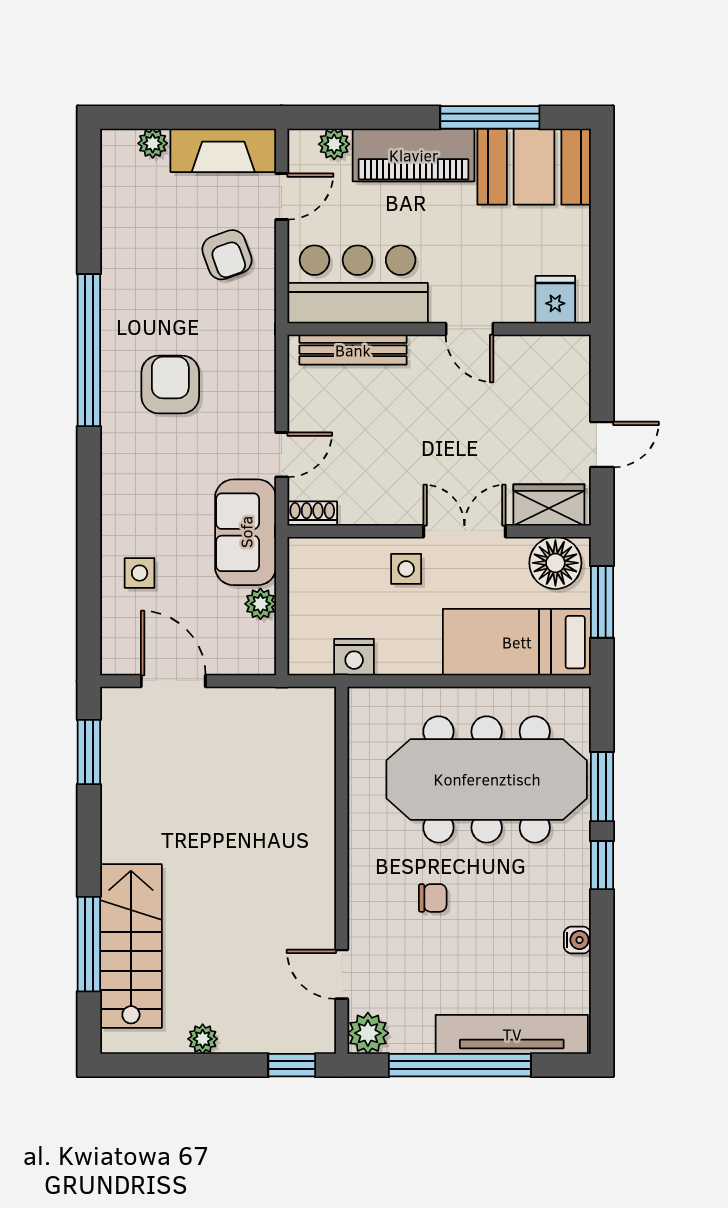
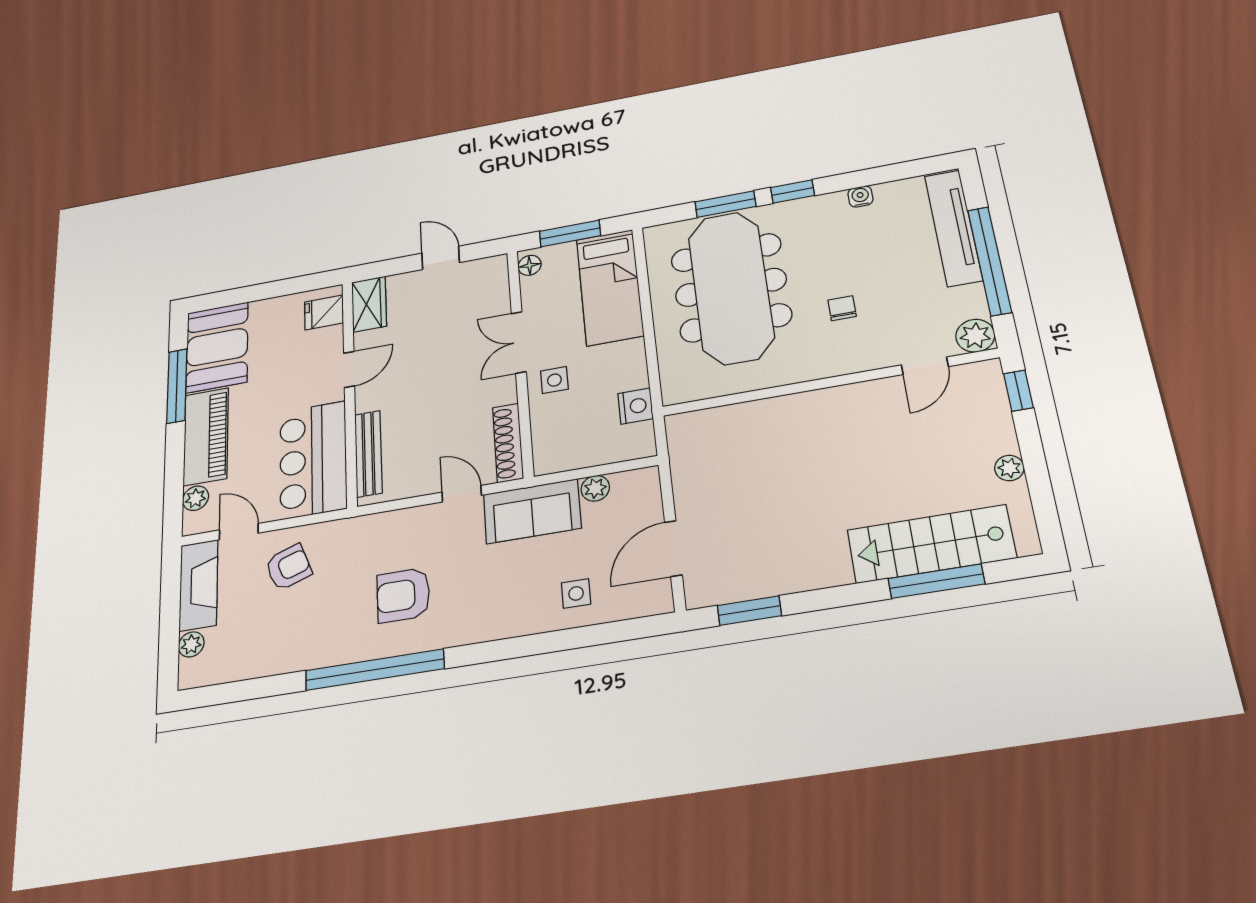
wardrobe: (549, 505) -> (369, 304), moved, turned 180
shoe rack: (312, 514) -> (508, 443), width x1.94, depth x1.24
floor lamp: (555, 563) -> (530, 265), width x0.53, depth x0.53

